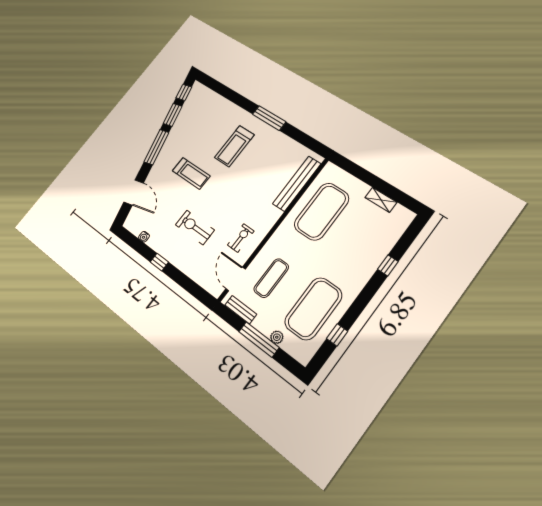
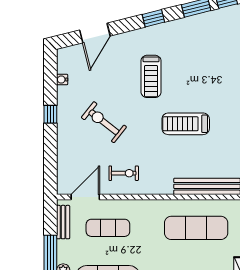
treadmill: (234, 146) -> (186, 124), moved
window: (156, 147) -> (153, 18), width x0.46
exercise mat: (322, 211) -> (196, 228), width x0.68
exercise bike: (195, 227) -> (104, 122), turned -52

